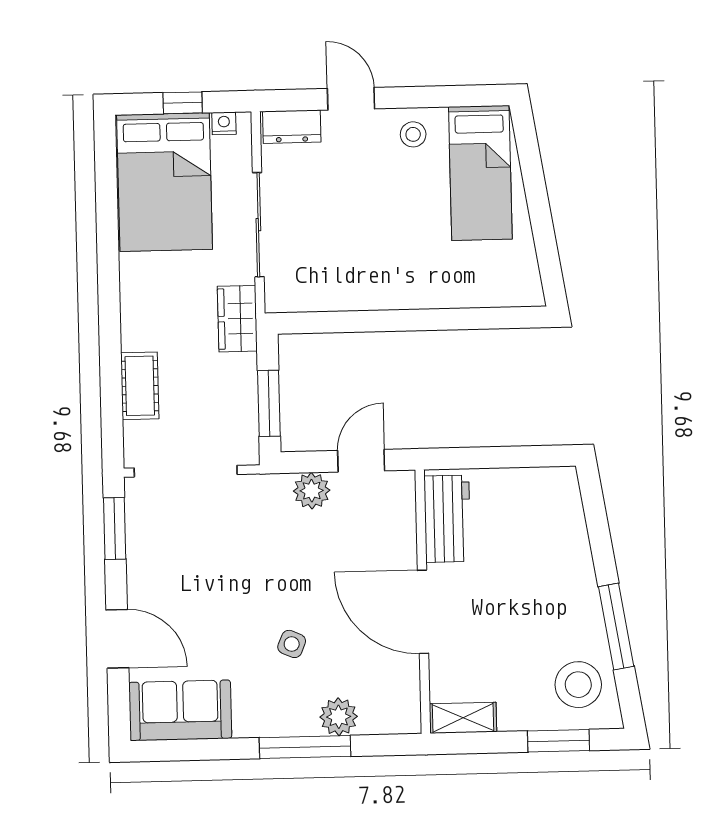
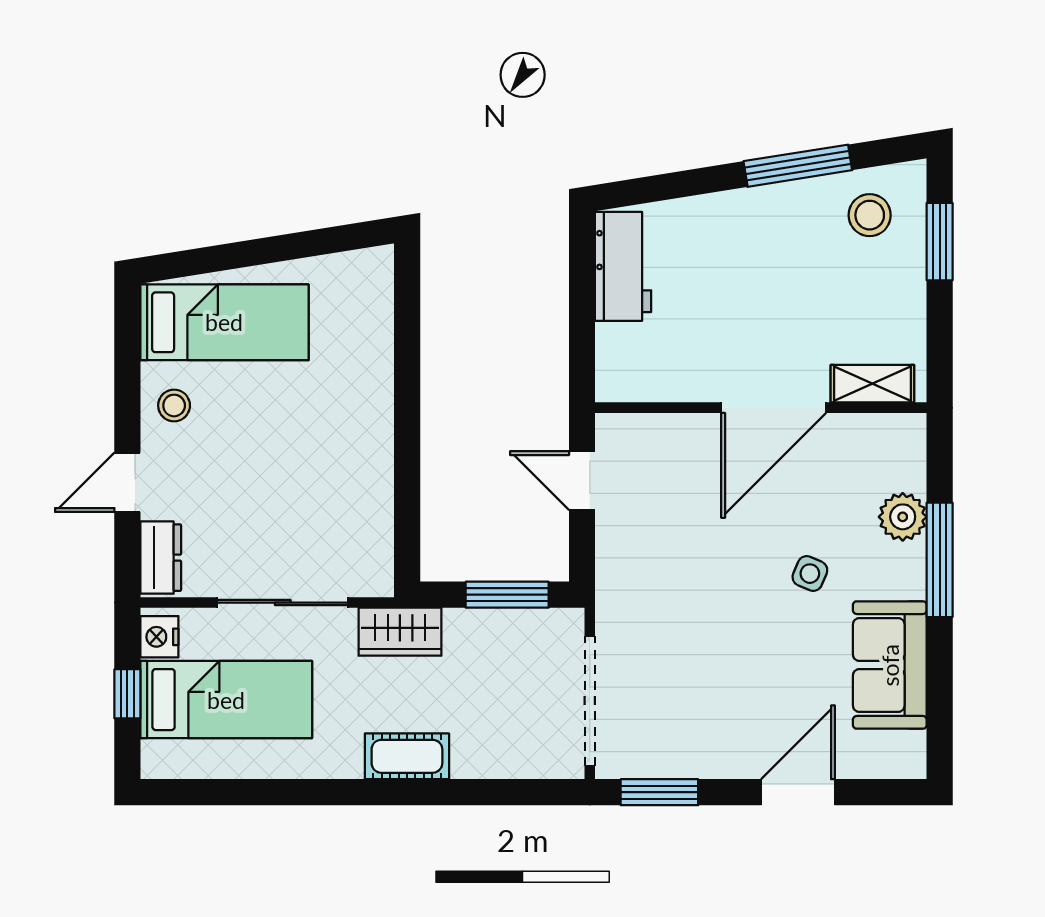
nightstand: (224, 123) -> (159, 637), width x1.39, depth x1.35
bed: (165, 182) -> (226, 700), width x0.67
cot: (140, 386) -> (407, 756), moved
plant: (312, 491) -> (618, 544), removed
workbench: (447, 519) -> (623, 266), moved, turned 90
stool: (578, 685) -> (870, 215), width x0.73, depth x0.73
sofa: (180, 710) -> (890, 665), moved
shelving: (463, 718) -> (872, 384), moved, turned 90

